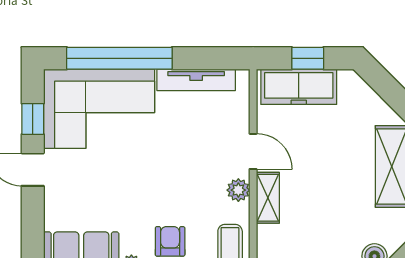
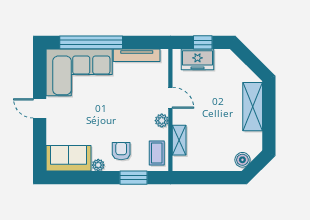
freezer: (299, 87) -> (198, 59), width x0.71
window: (33, 119) -> (40, 78), removed
shelving: (268, 198) -> (179, 140), moved

